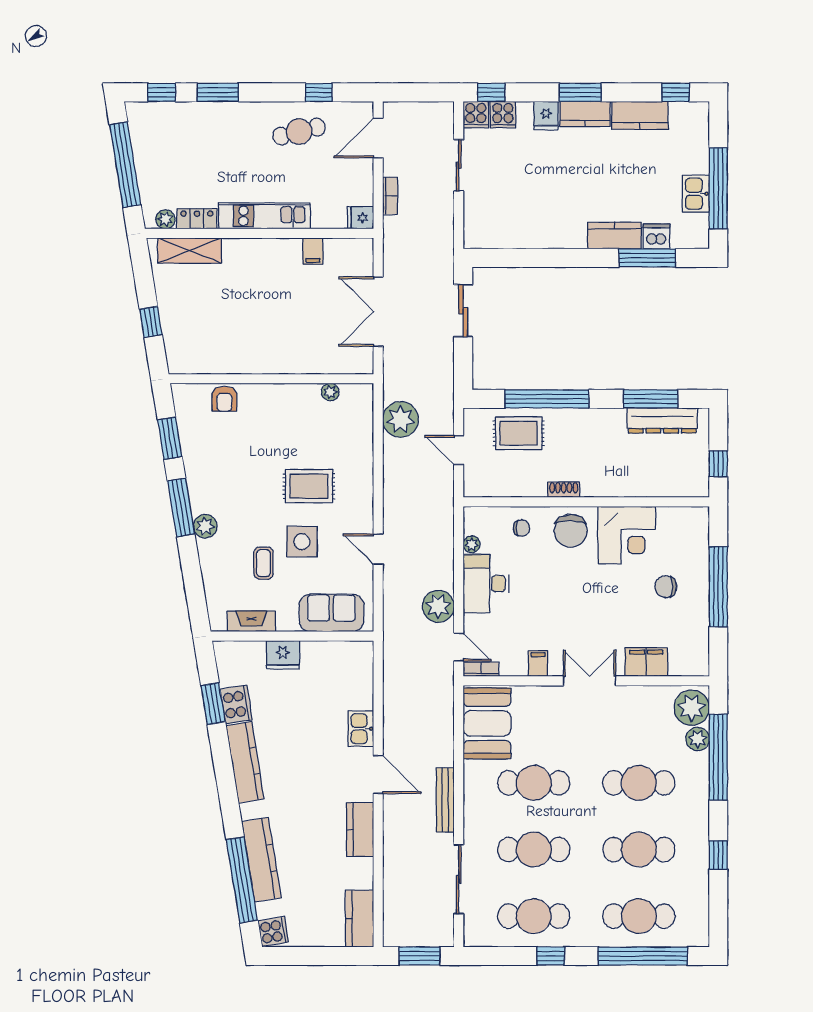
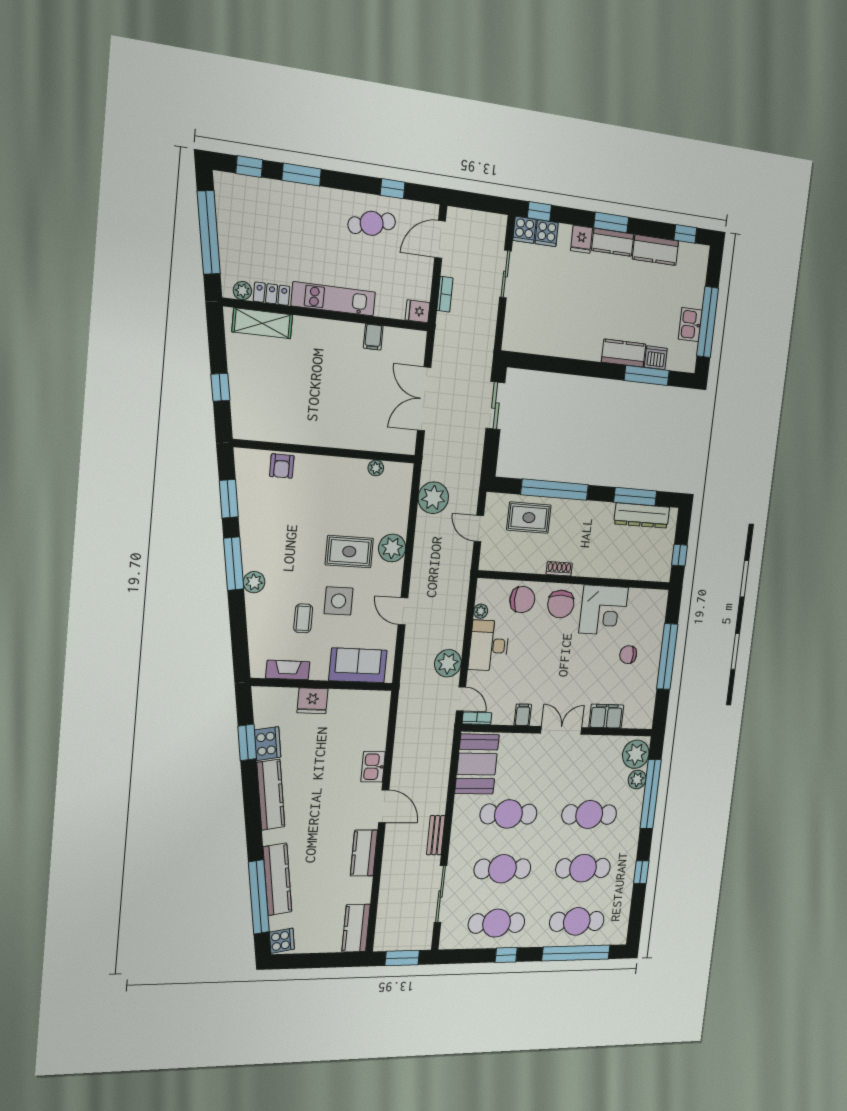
plant: (358, 479) -> (392, 548), added
chair: (522, 528) -> (522, 600), width x1.87, depth x1.87
bench: (445, 800) -> (436, 835), width x0.73

